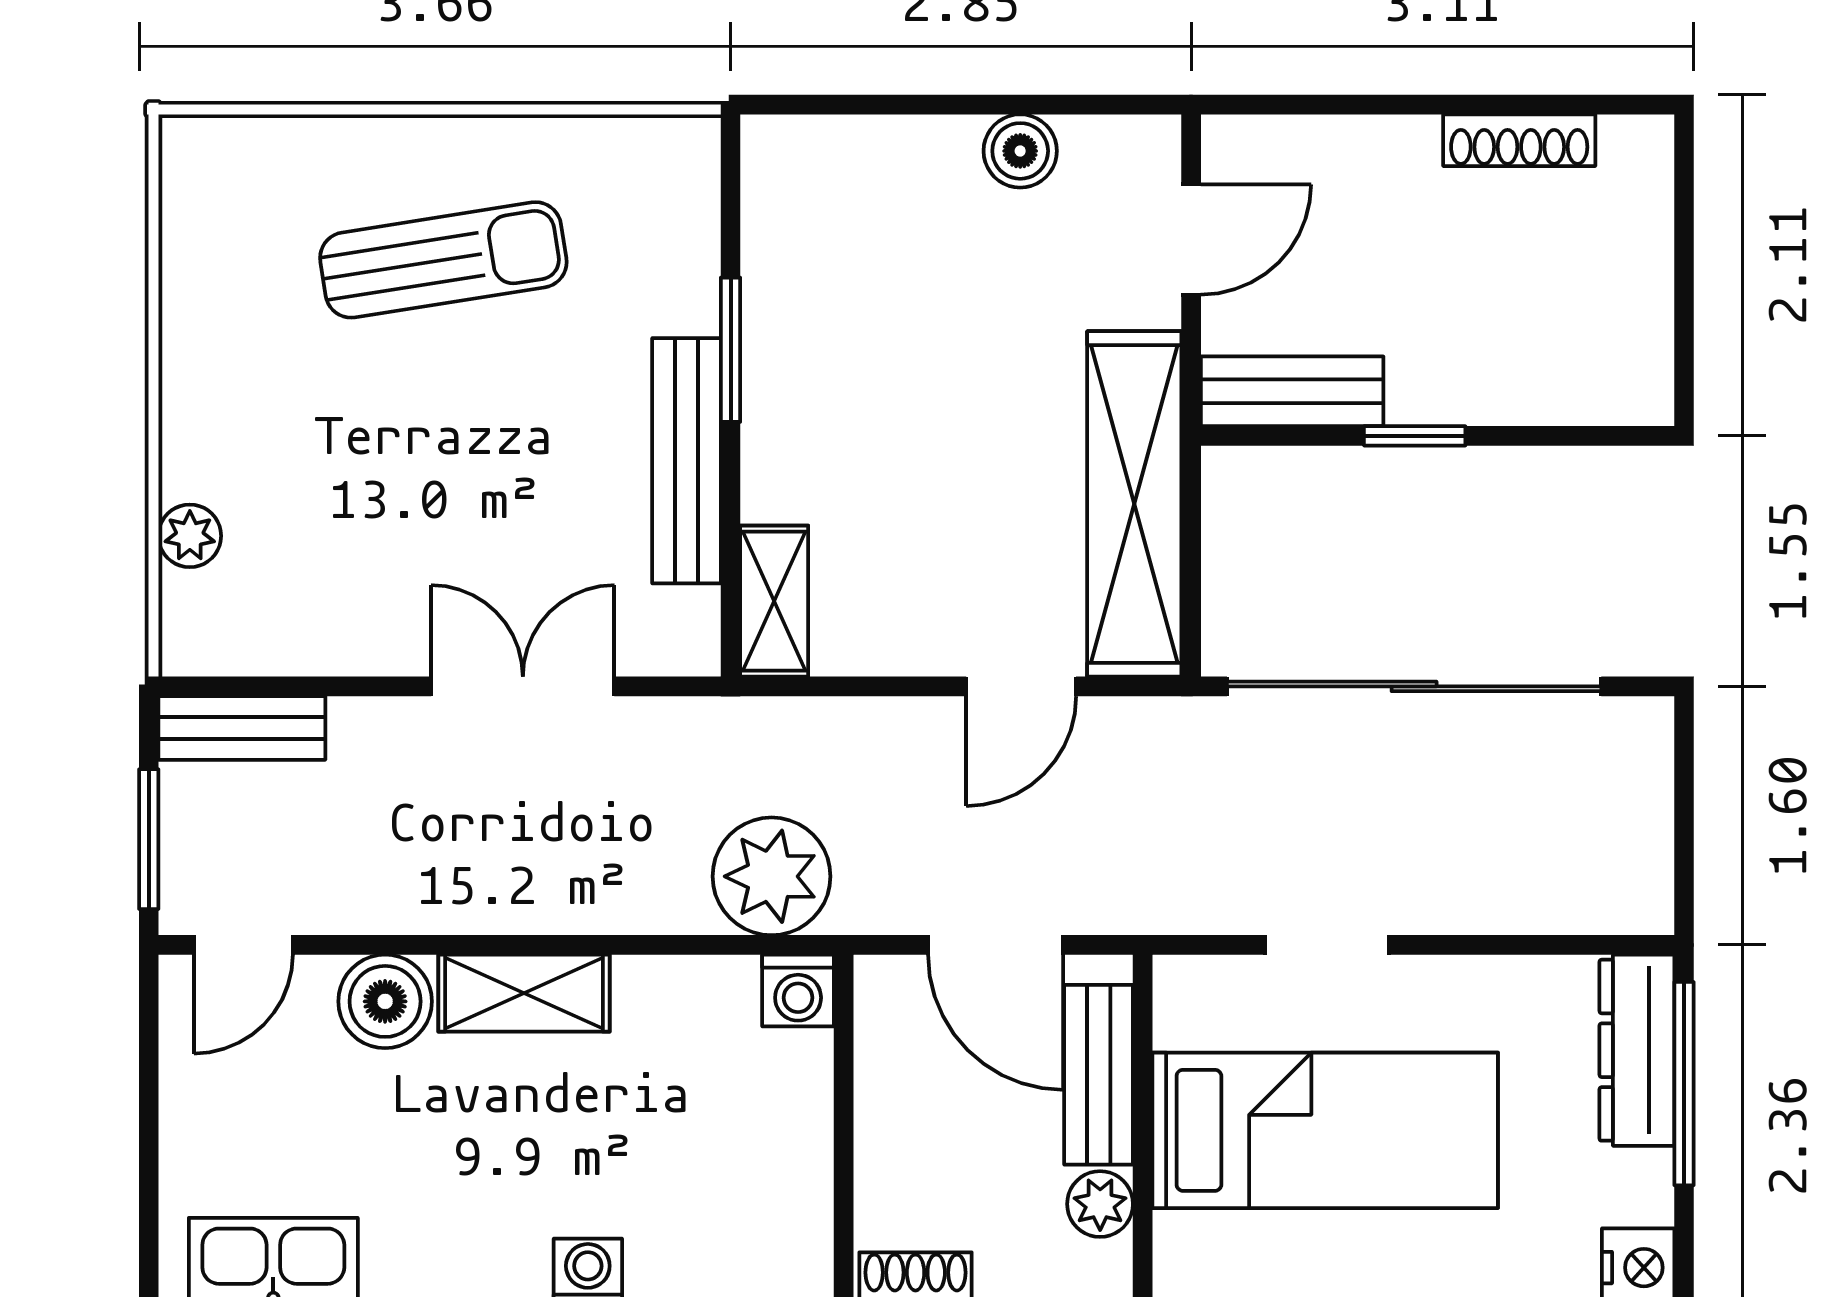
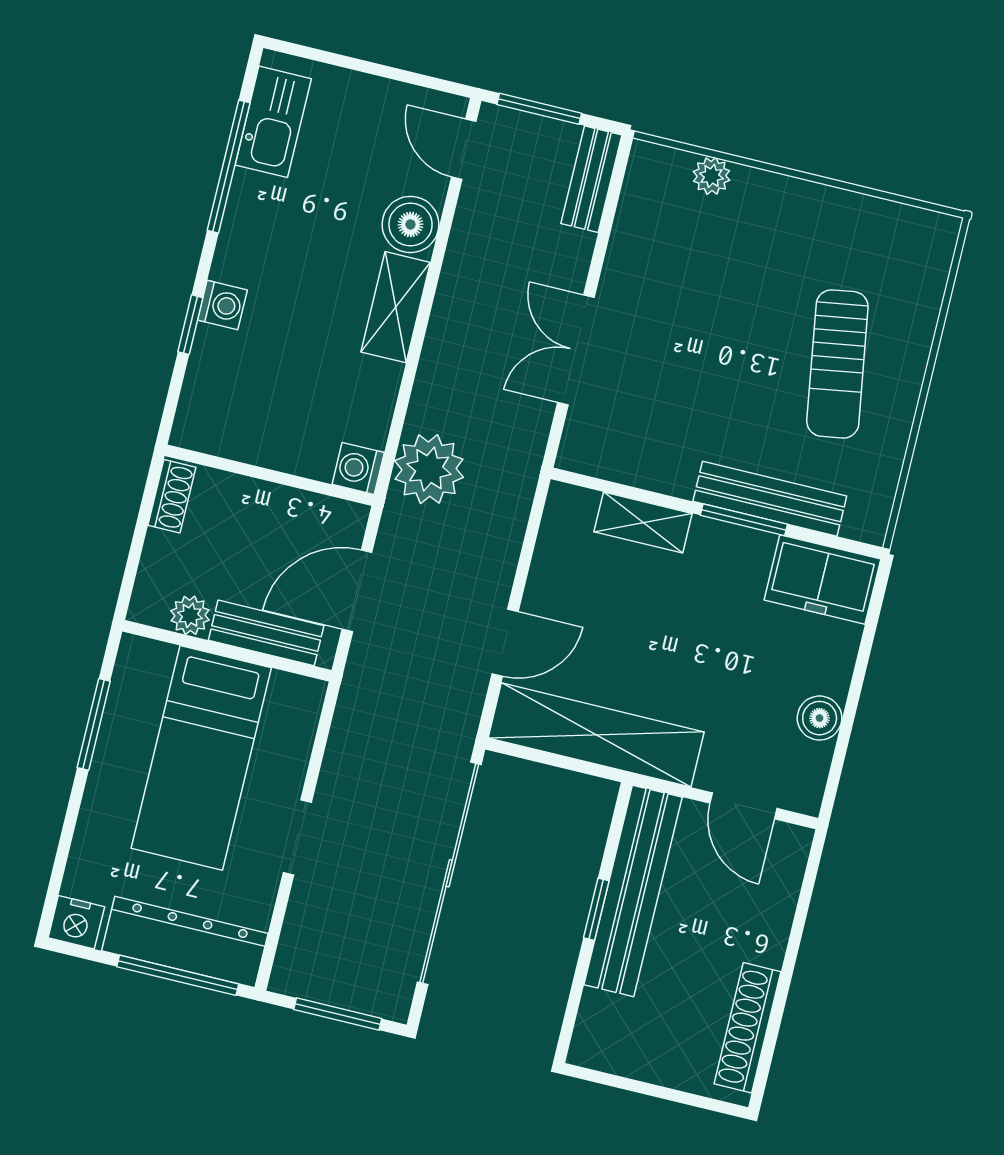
shoe rack: (1519, 140) -> (748, 1028), width x1.36, depth x1.24
freezer: (796, 200) -> (822, 580), added
bench: (1292, 391) -> (633, 891), width x1.86, depth x1.21
bench: (686, 461) -> (770, 499), moved
shelving: (774, 601) -> (643, 523), moved
double door: (523, 686) -> (576, 350), swing flipped
door: (1021, 686) -> (505, 643), swing flipped
window: (1684, 811) -> (338, 1014), added
doorway: (1327, 945) -> (297, 837), moved
dresser: (1637, 1050) -> (185, 942), width x1.37, depth x1.24

